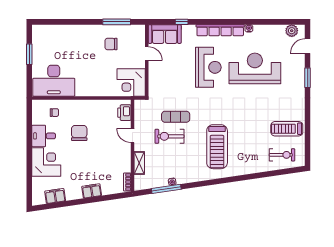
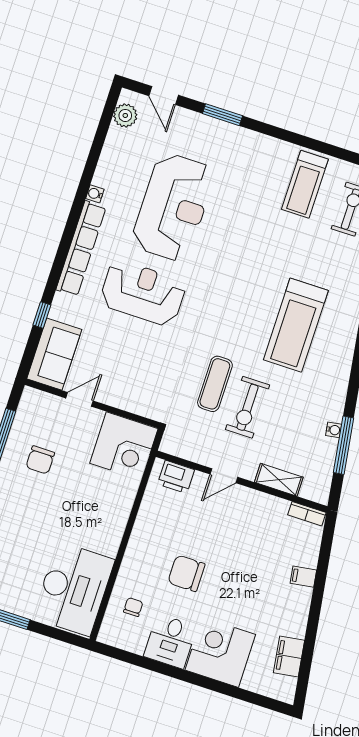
reception desk: (255, 68) -> (173, 207), turned 180
treadmill: (217, 147) -> (296, 325), turned 90
filing cabinet: (92, 191) -> (303, 577), width x0.50

